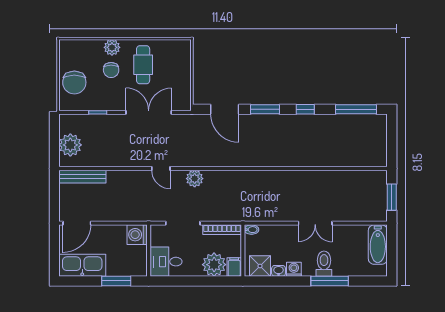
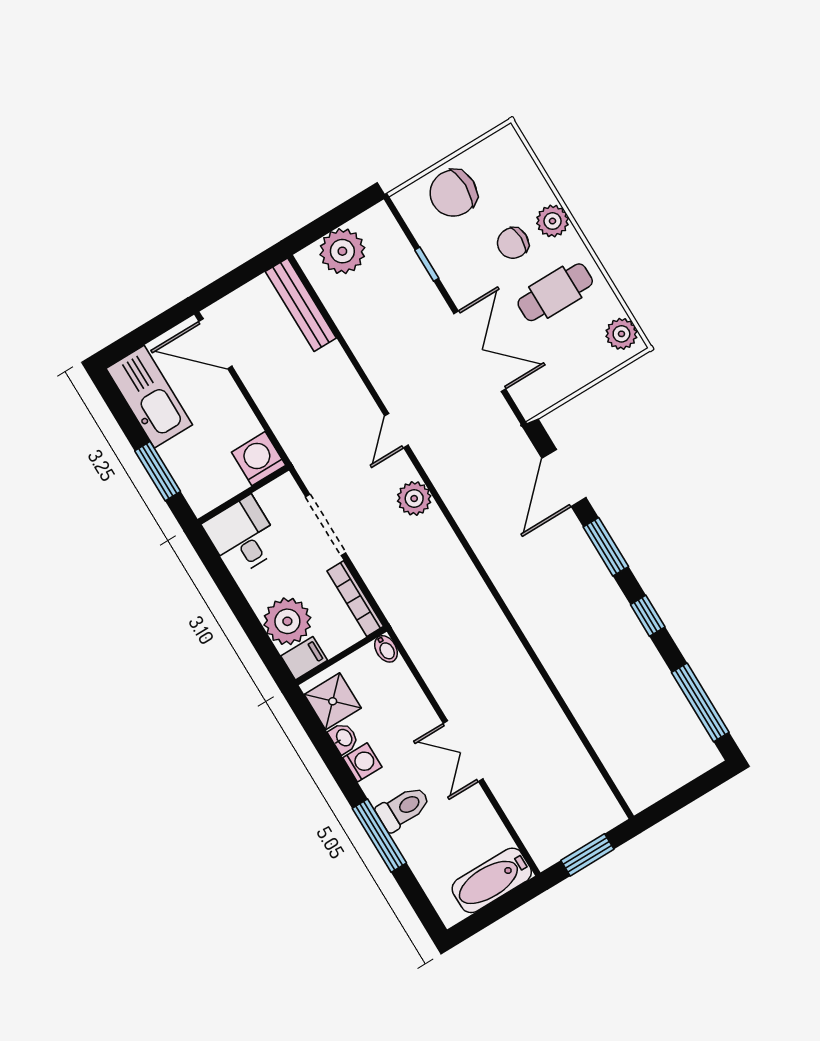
plant: (178, 47) -> (621, 334), added

